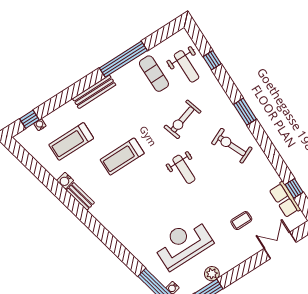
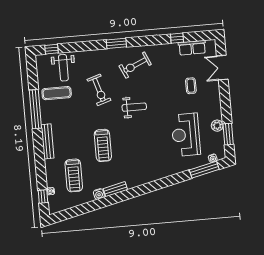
window: (212, 60) -> (52, 49), moved
weight bench: (187, 66) -> (63, 68), turned 90
window: (294, 188) -> (177, 38), moved

